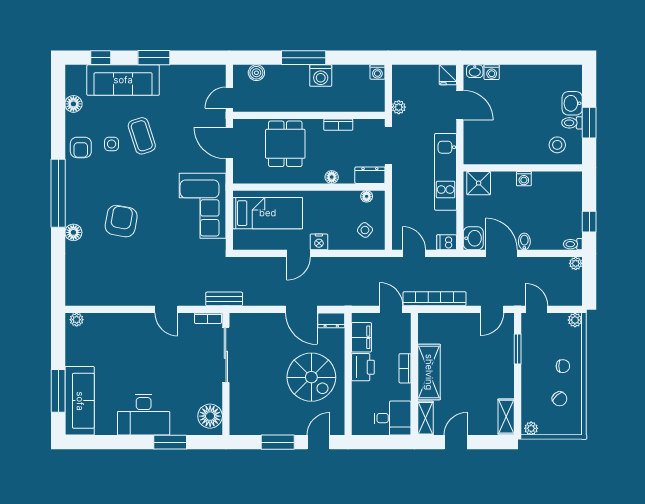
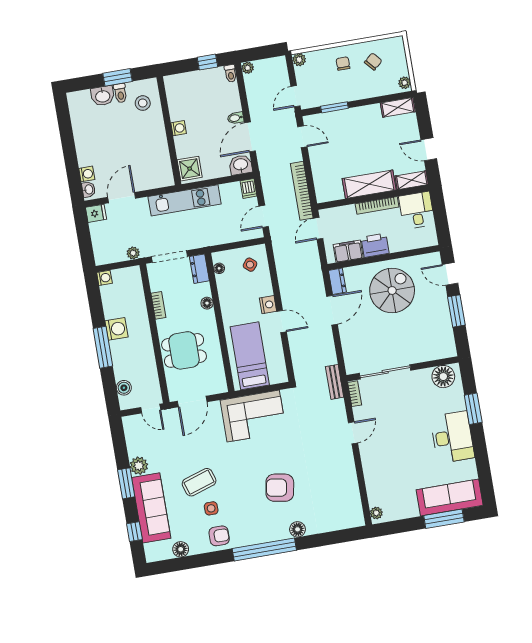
plant: (170, 75) -> (139, 466), added
bookcase: (405, 368) -> (377, 205), width x1.56

